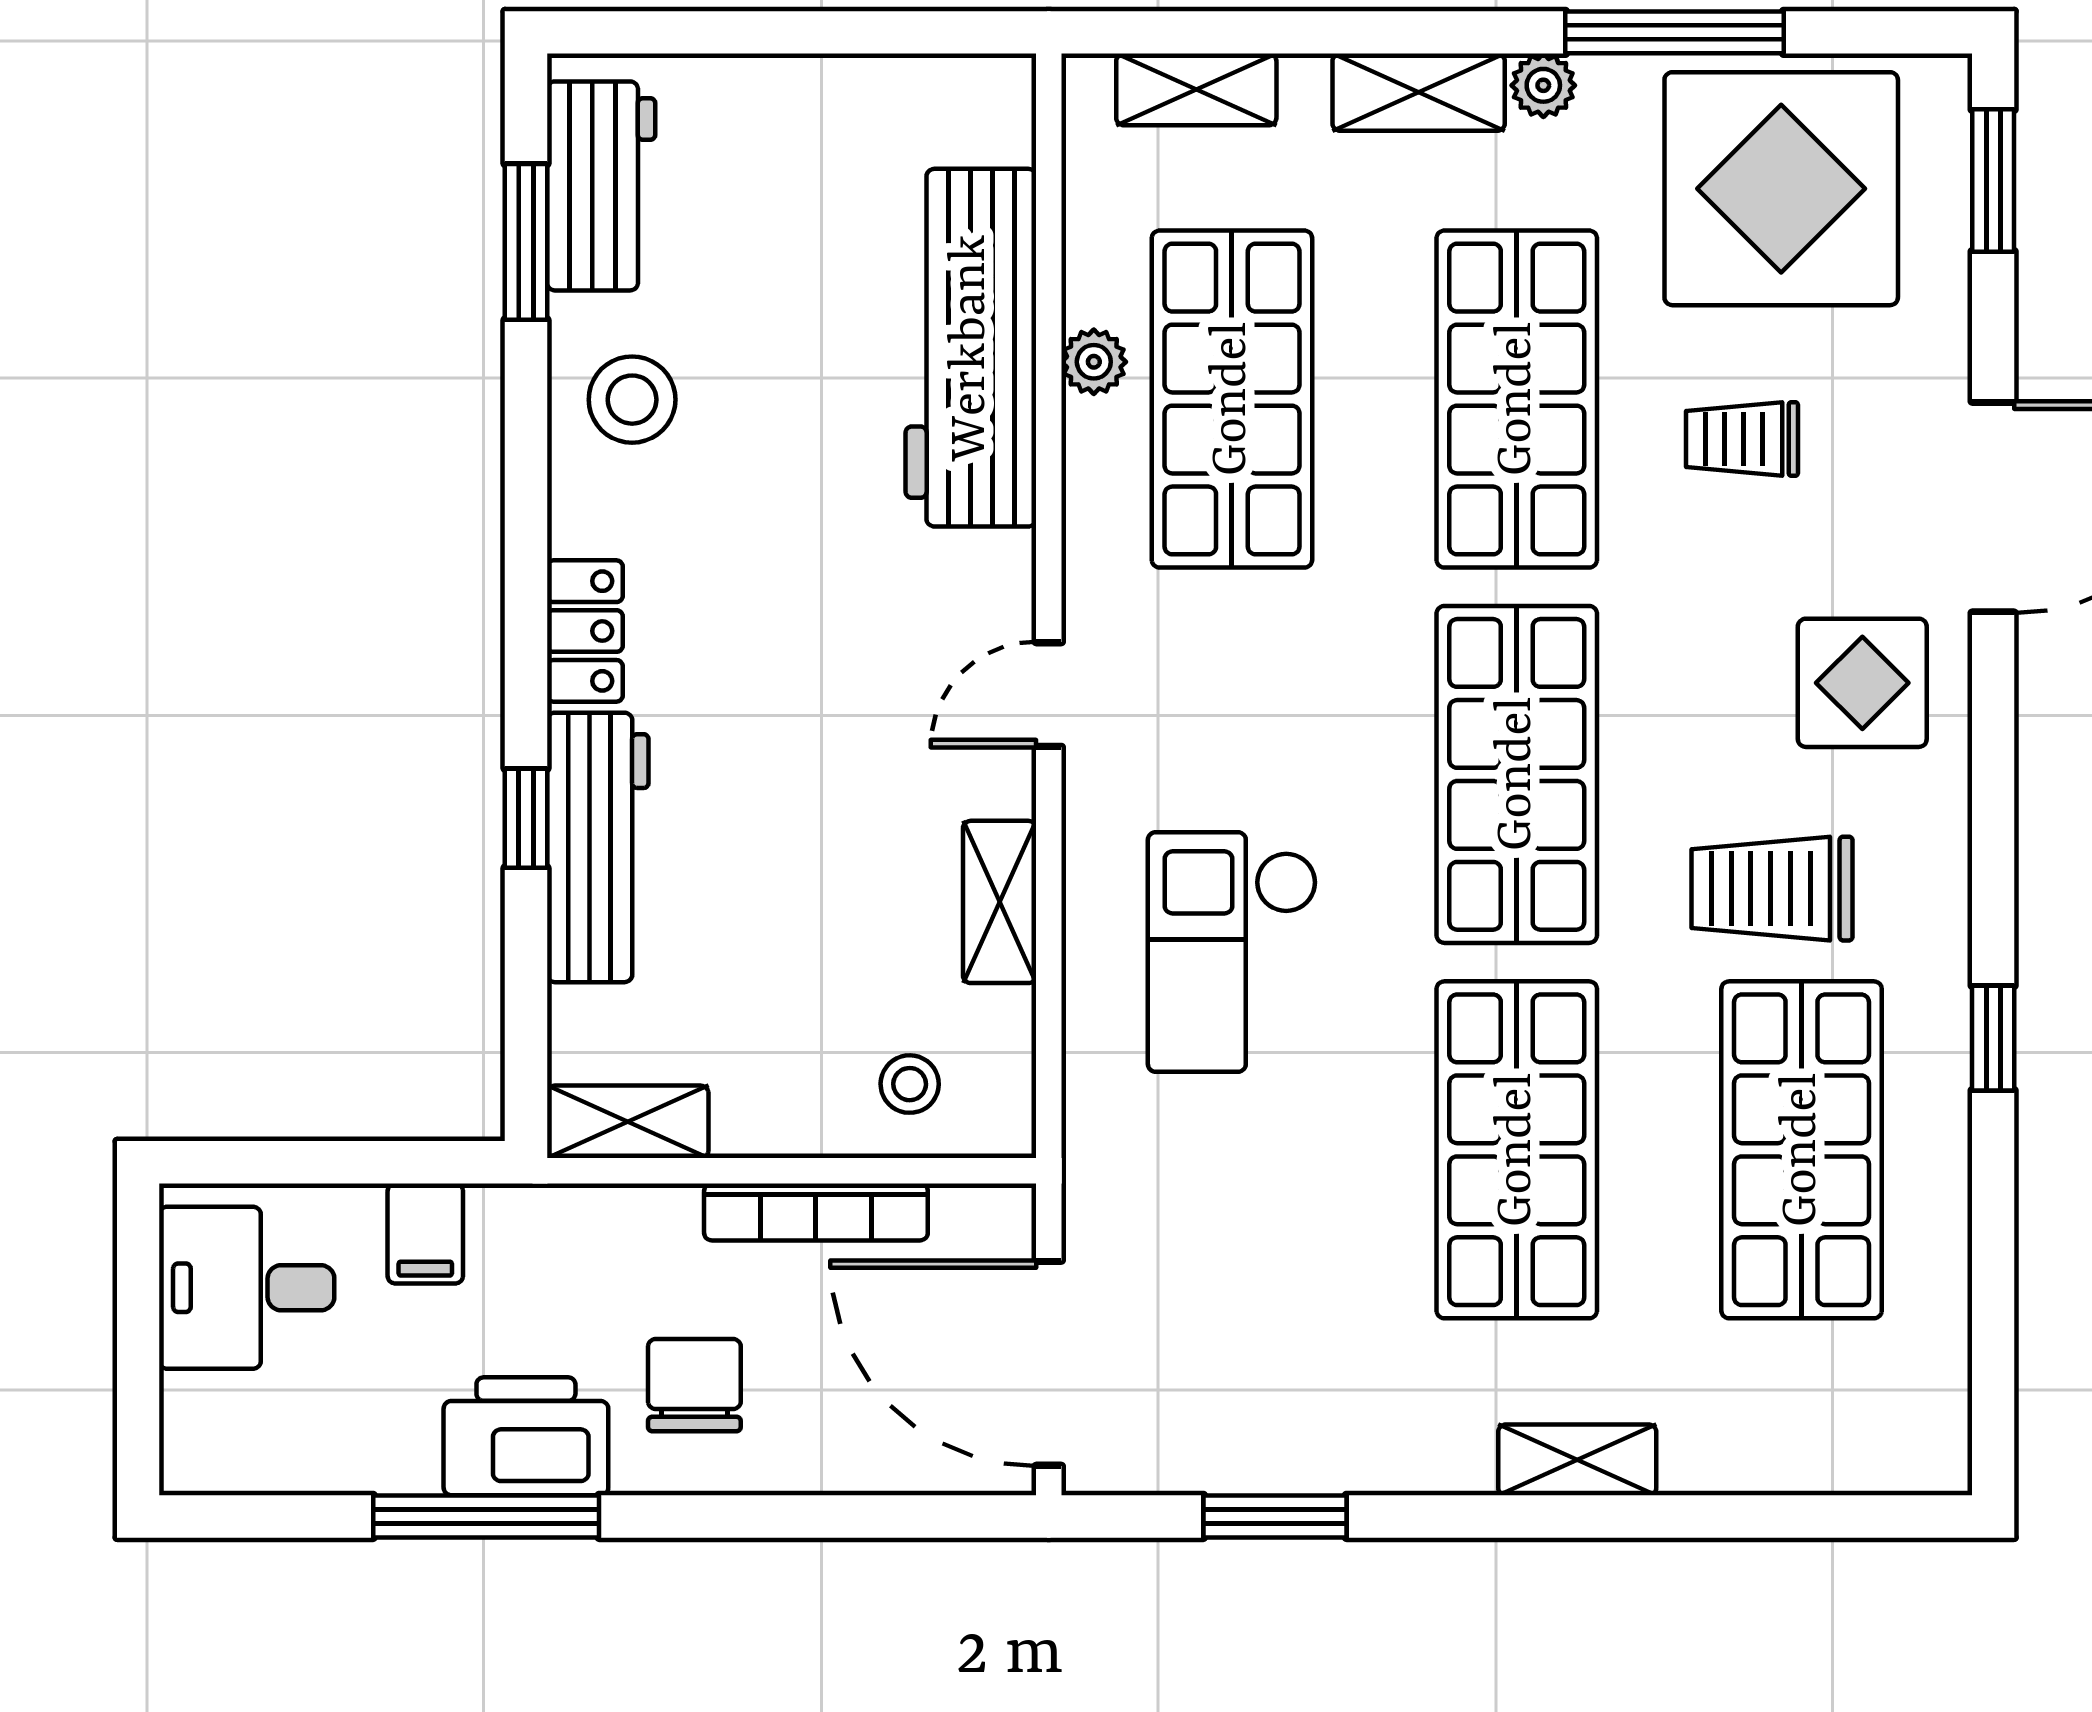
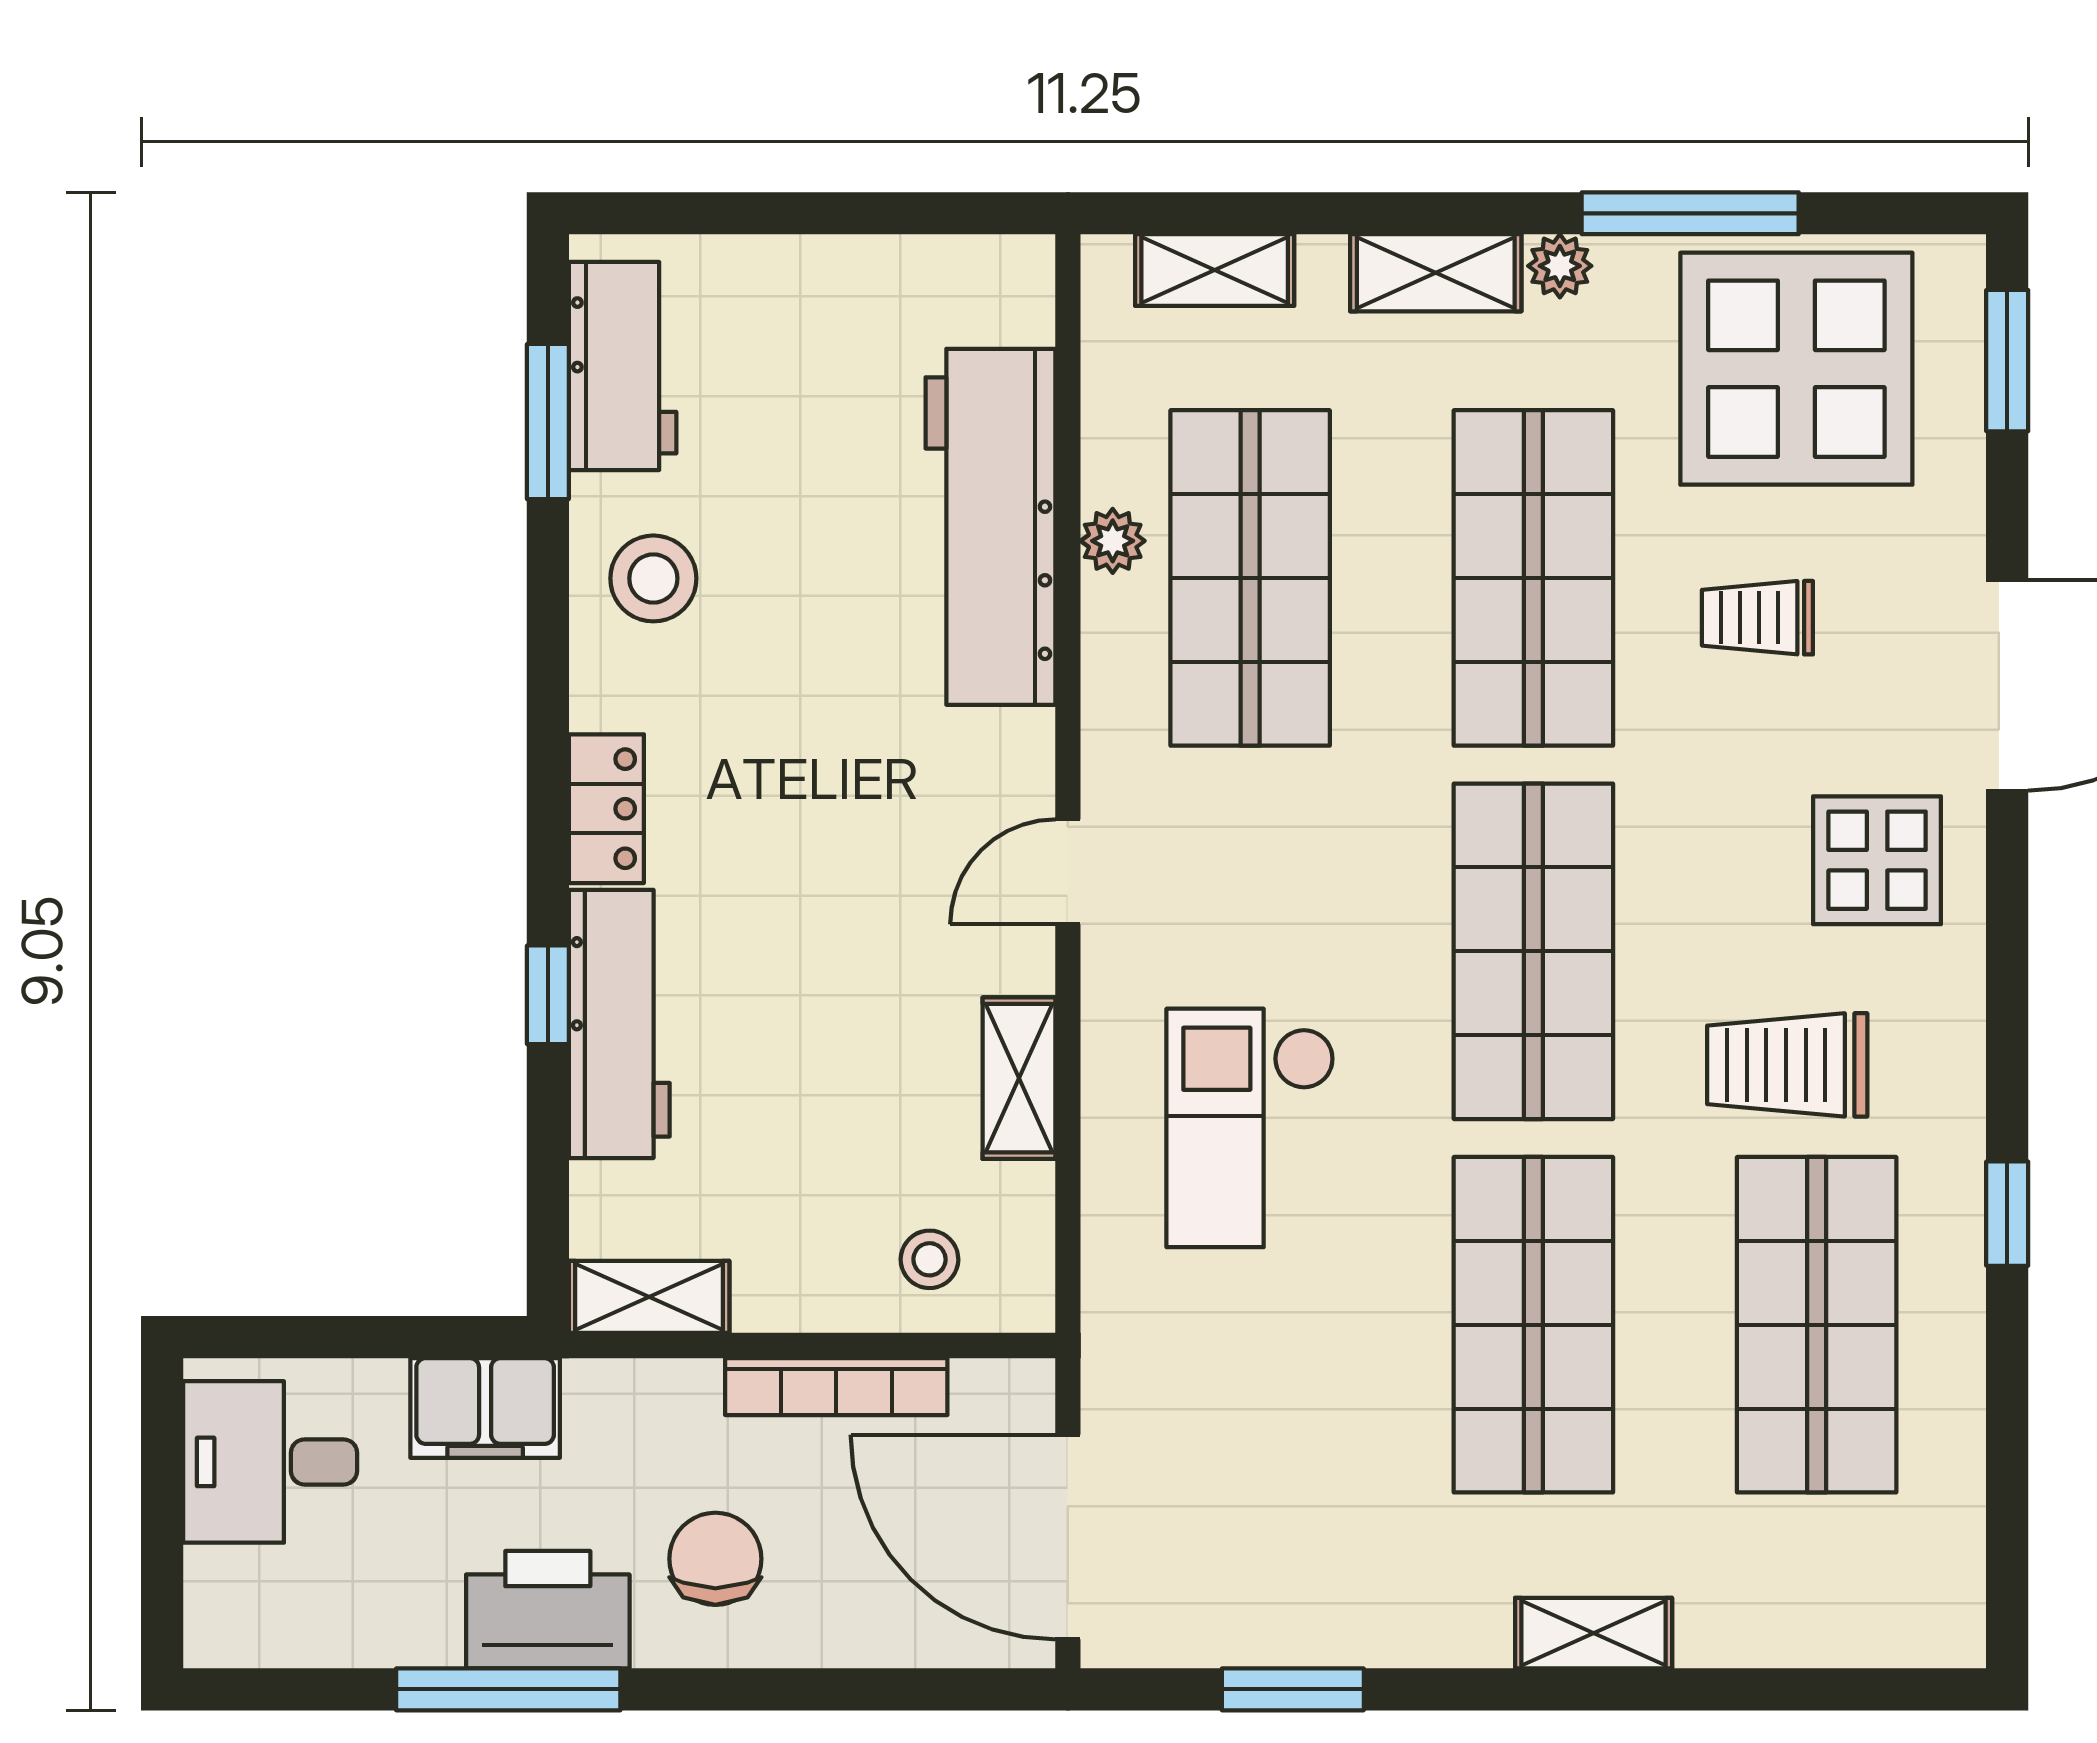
filing cabinet: (425, 1233) -> (485, 1408), width x2.00

